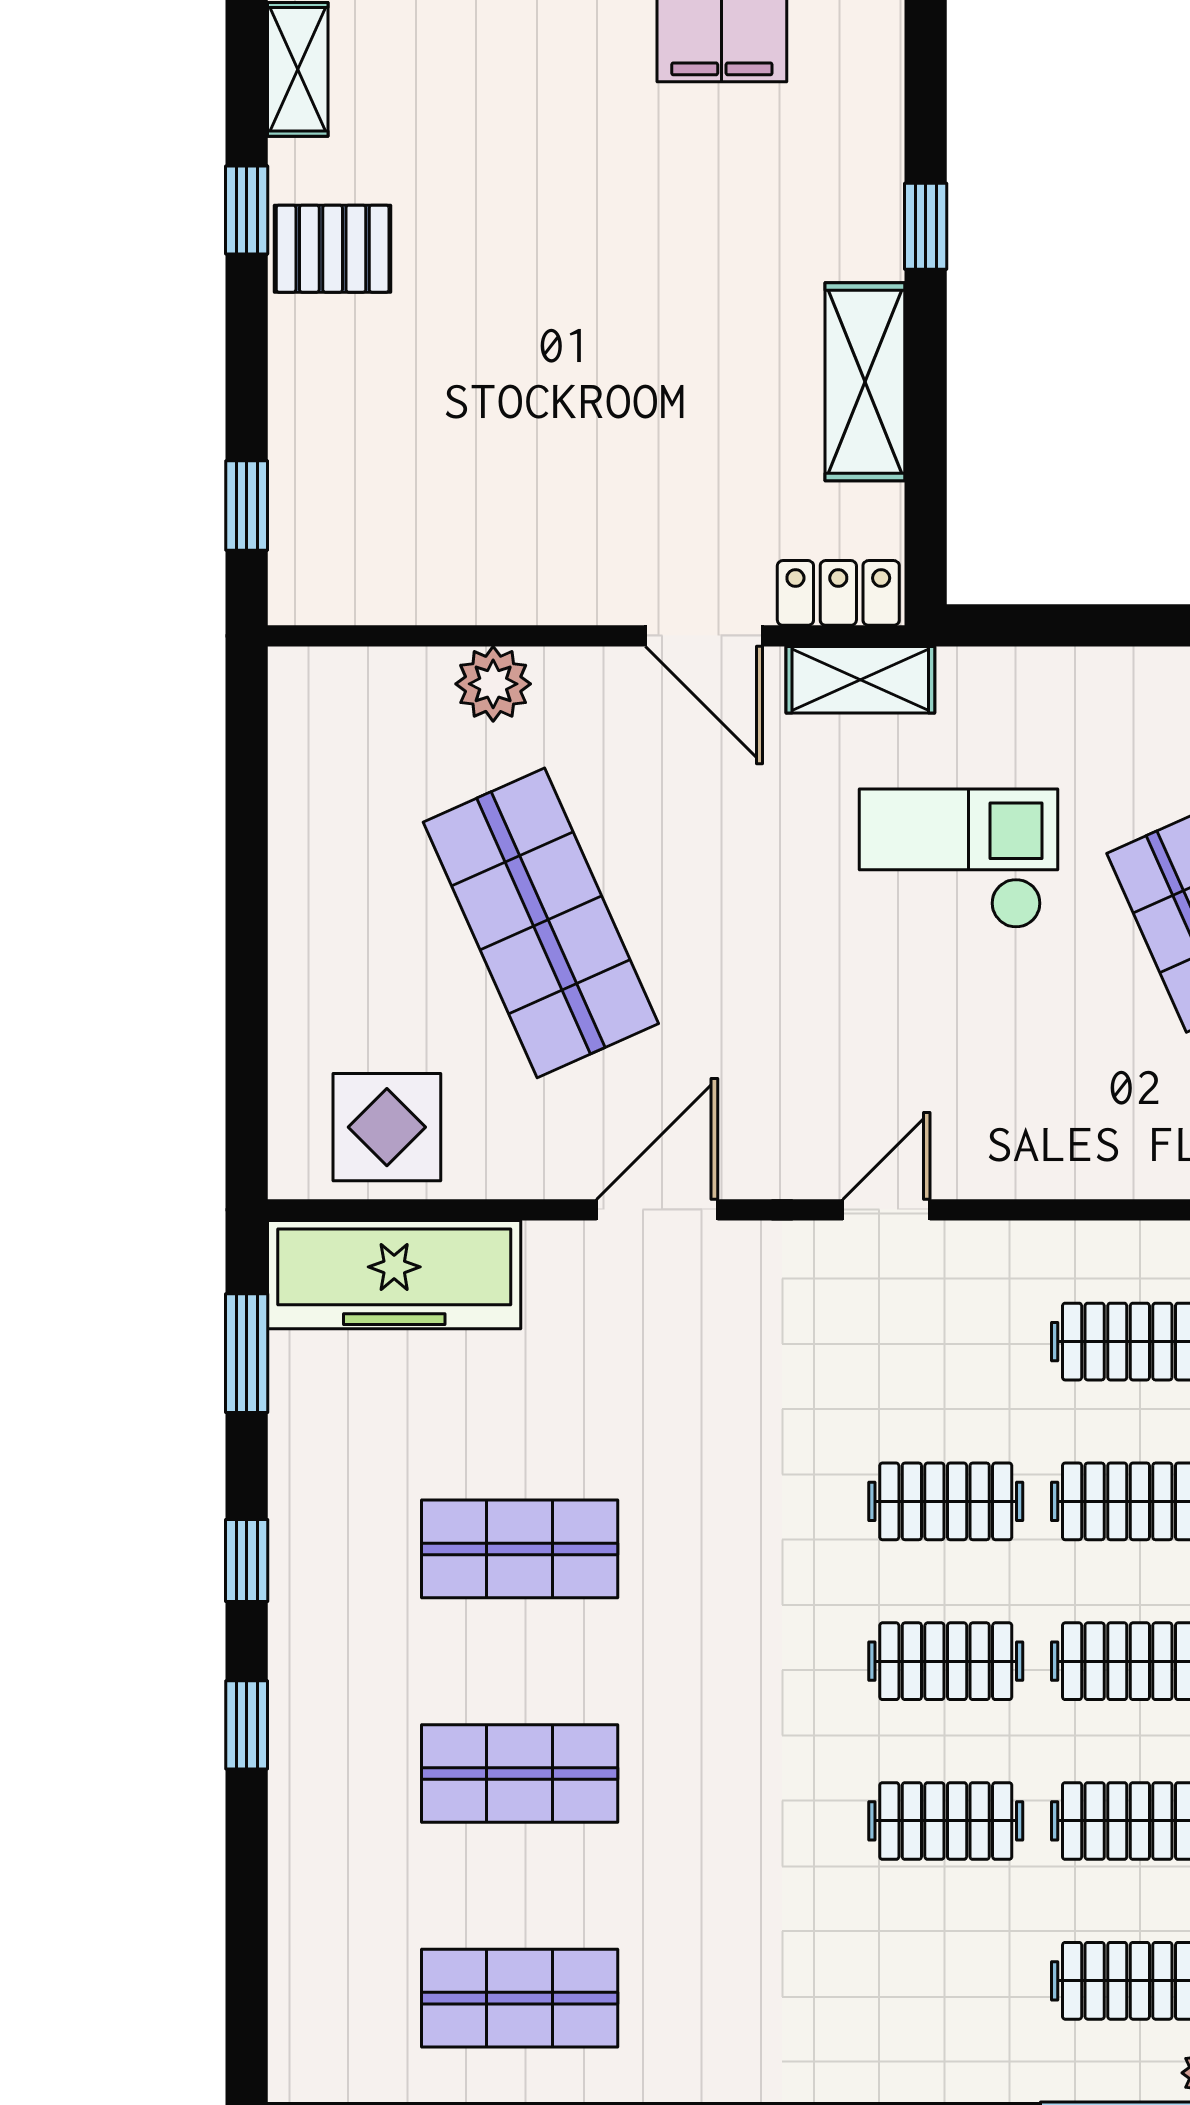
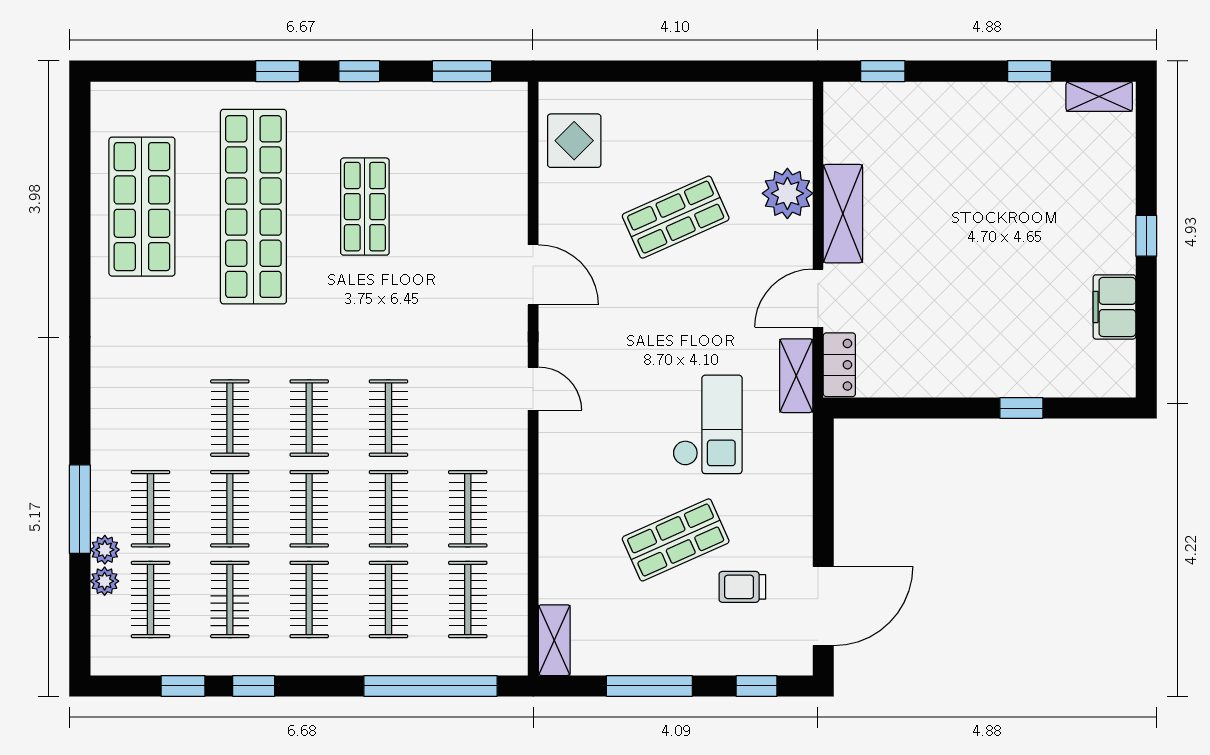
pallet: (333, 249) -> (1010, 114), removed
shelving: (865, 382) -> (843, 214), moved, turned 90
plant: (493, 684) -> (787, 193), width x1.36, depth x1.36
shop shelf: (541, 923) -> (676, 217), width x0.70, depth x0.74
freezer: (394, 1275) -> (501, 144), removed
shop shelf: (520, 1774) -> (253, 207), width x2.00, depth x1.36
shop shelf: (520, 1998) -> (142, 207), width x1.43, depth x1.36

